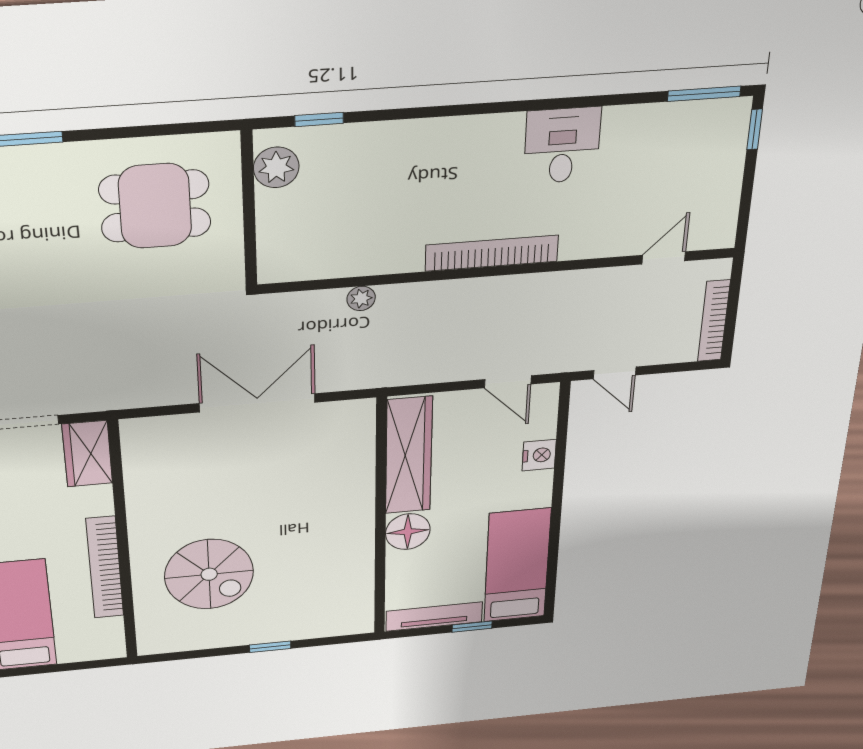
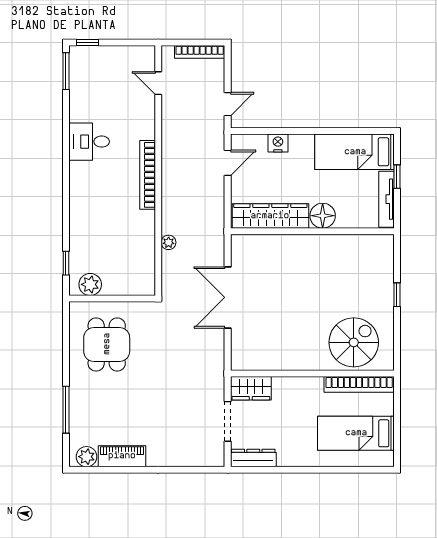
bookcase: (105, 568) -> (359, 384), moved
spiral stairs: (209, 574) -> (354, 342), moved

